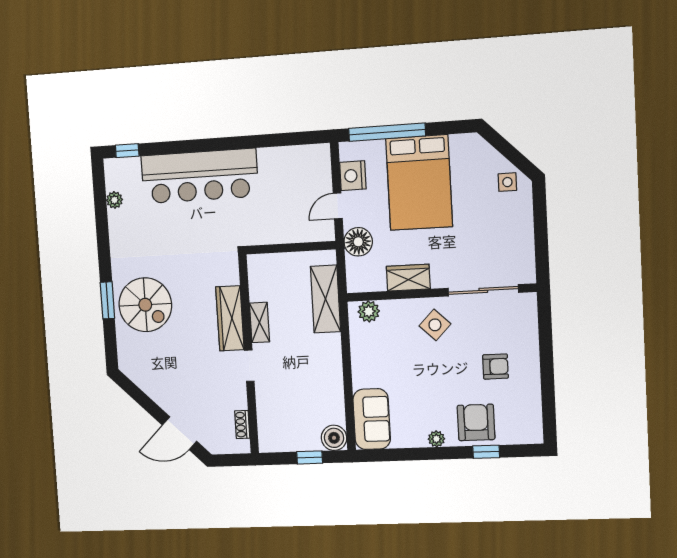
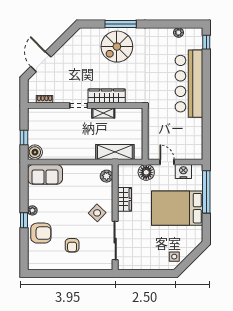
window: (107, 300) -> (121, 24), width x1.44
window: (486, 452) -> (24, 220), moved

